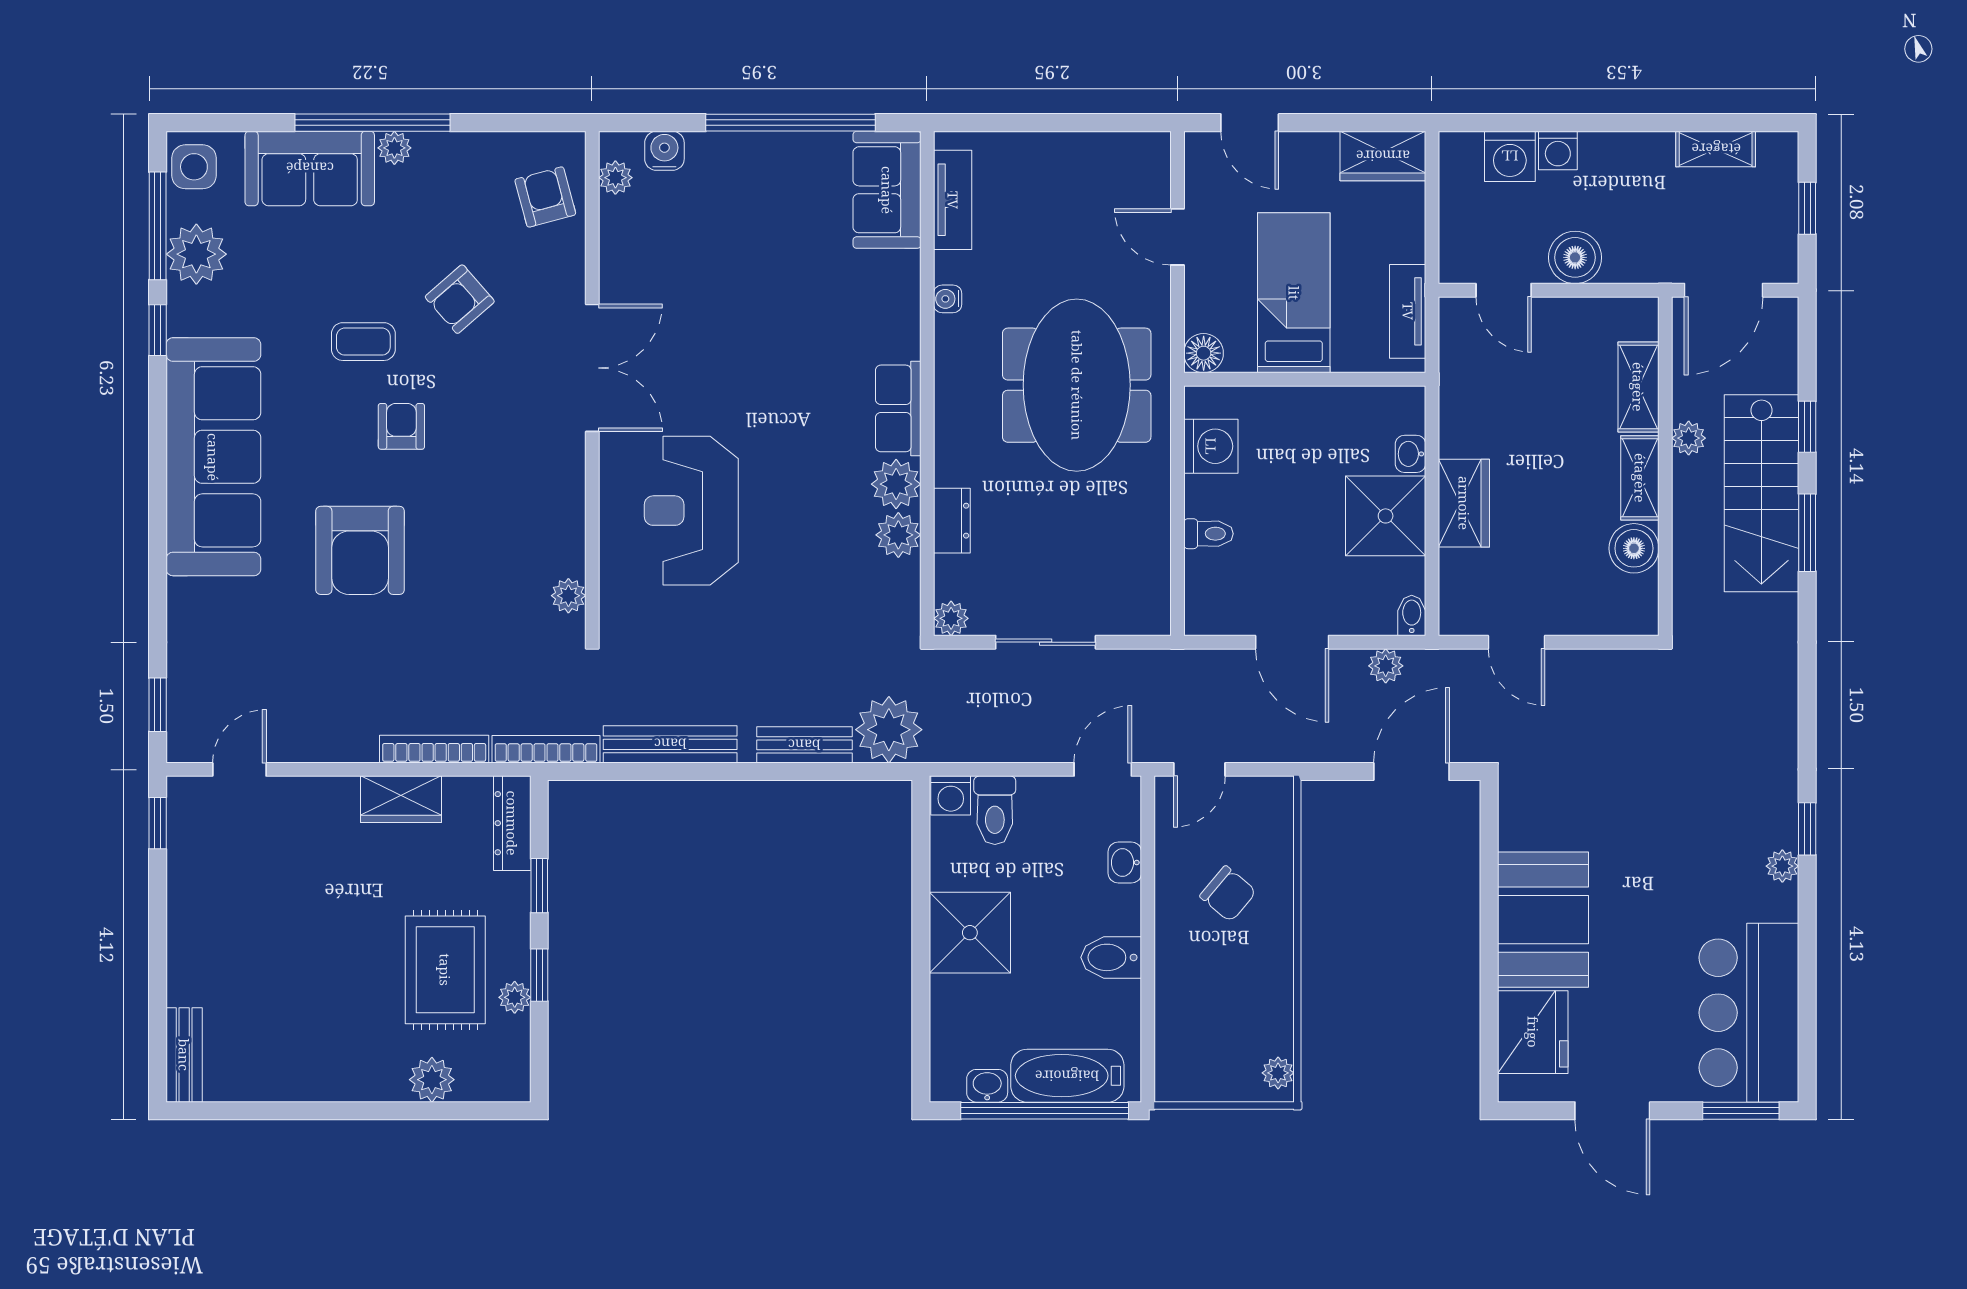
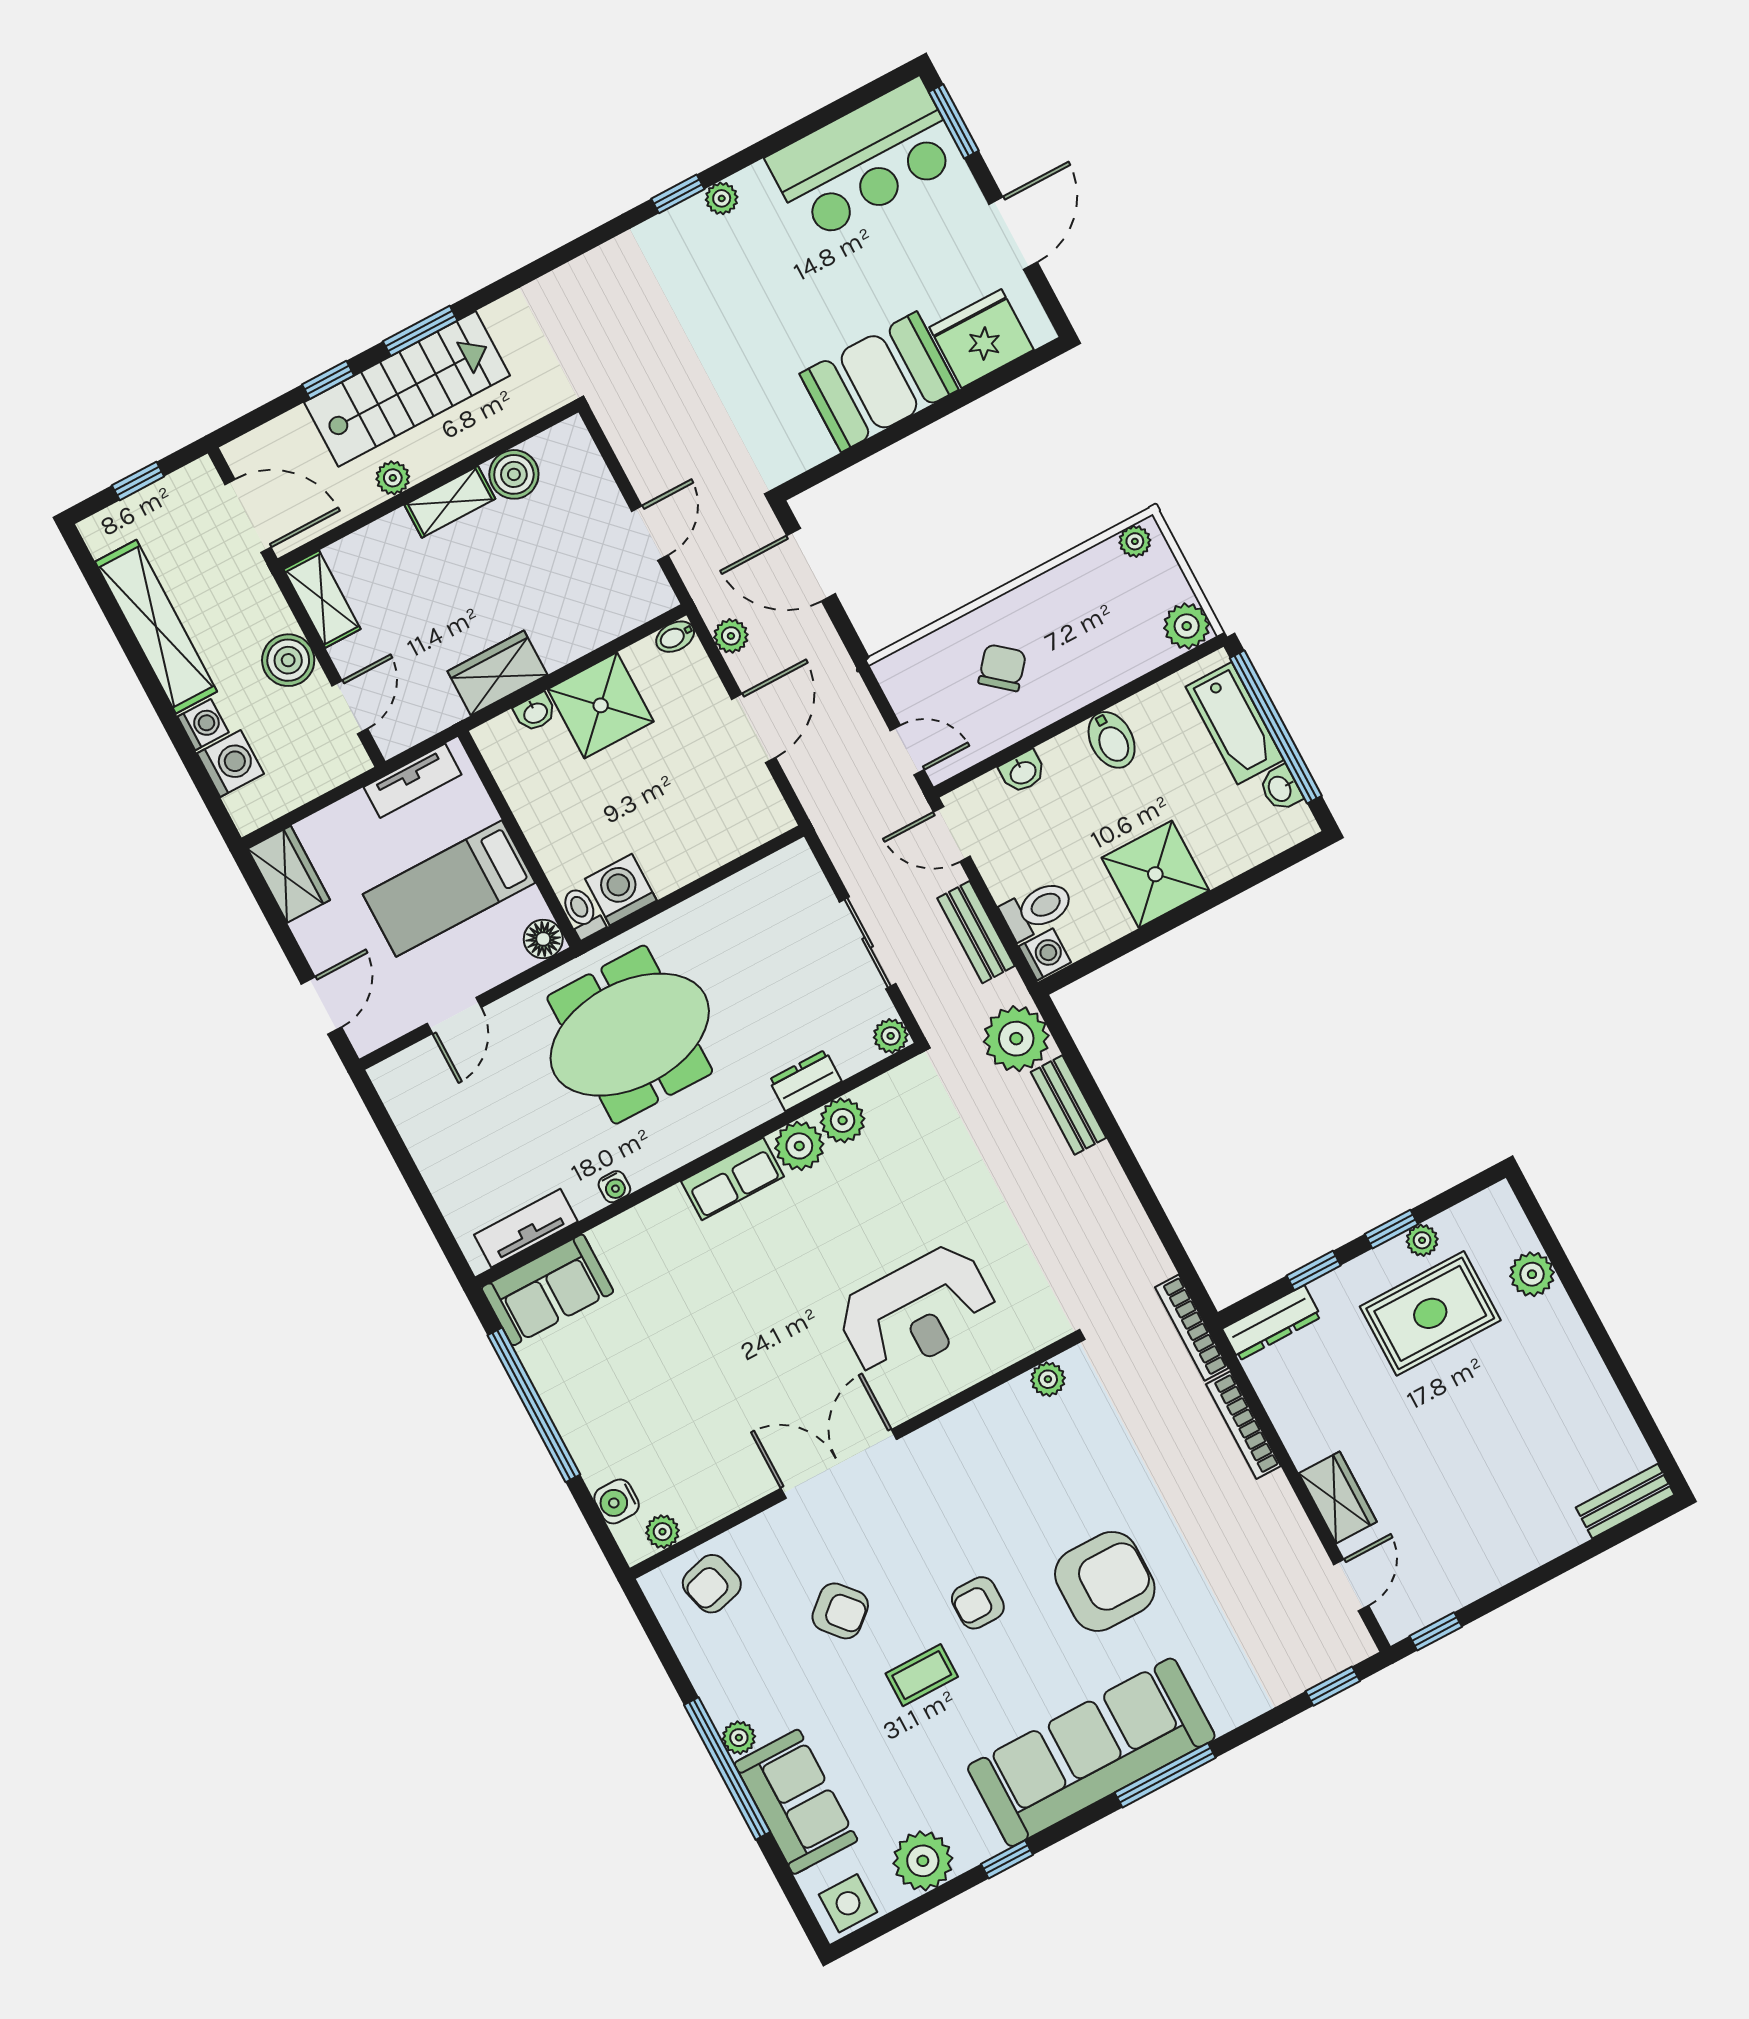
shelving: (1716, 149) -> (156, 627), width x2.20, depth x1.33
window: (158, 226) -> (1165, 1775), moved
coffee table: (363, 342) -> (922, 1675), turned 90
shelving: (1638, 387) -> (322, 599), moved, turned 90
wardrobe: (1464, 503) -> (497, 673), moved
toilet: (1208, 534) -> (582, 913), moved
bench: (670, 744) -> (976, 932), moved, width x0.73
door: (239, 769) -> (1351, 1585), swing flipped
wardrobe: (401, 799) -> (1338, 1498), moved
plant: (1177, 1079) -> (1187, 626), added

